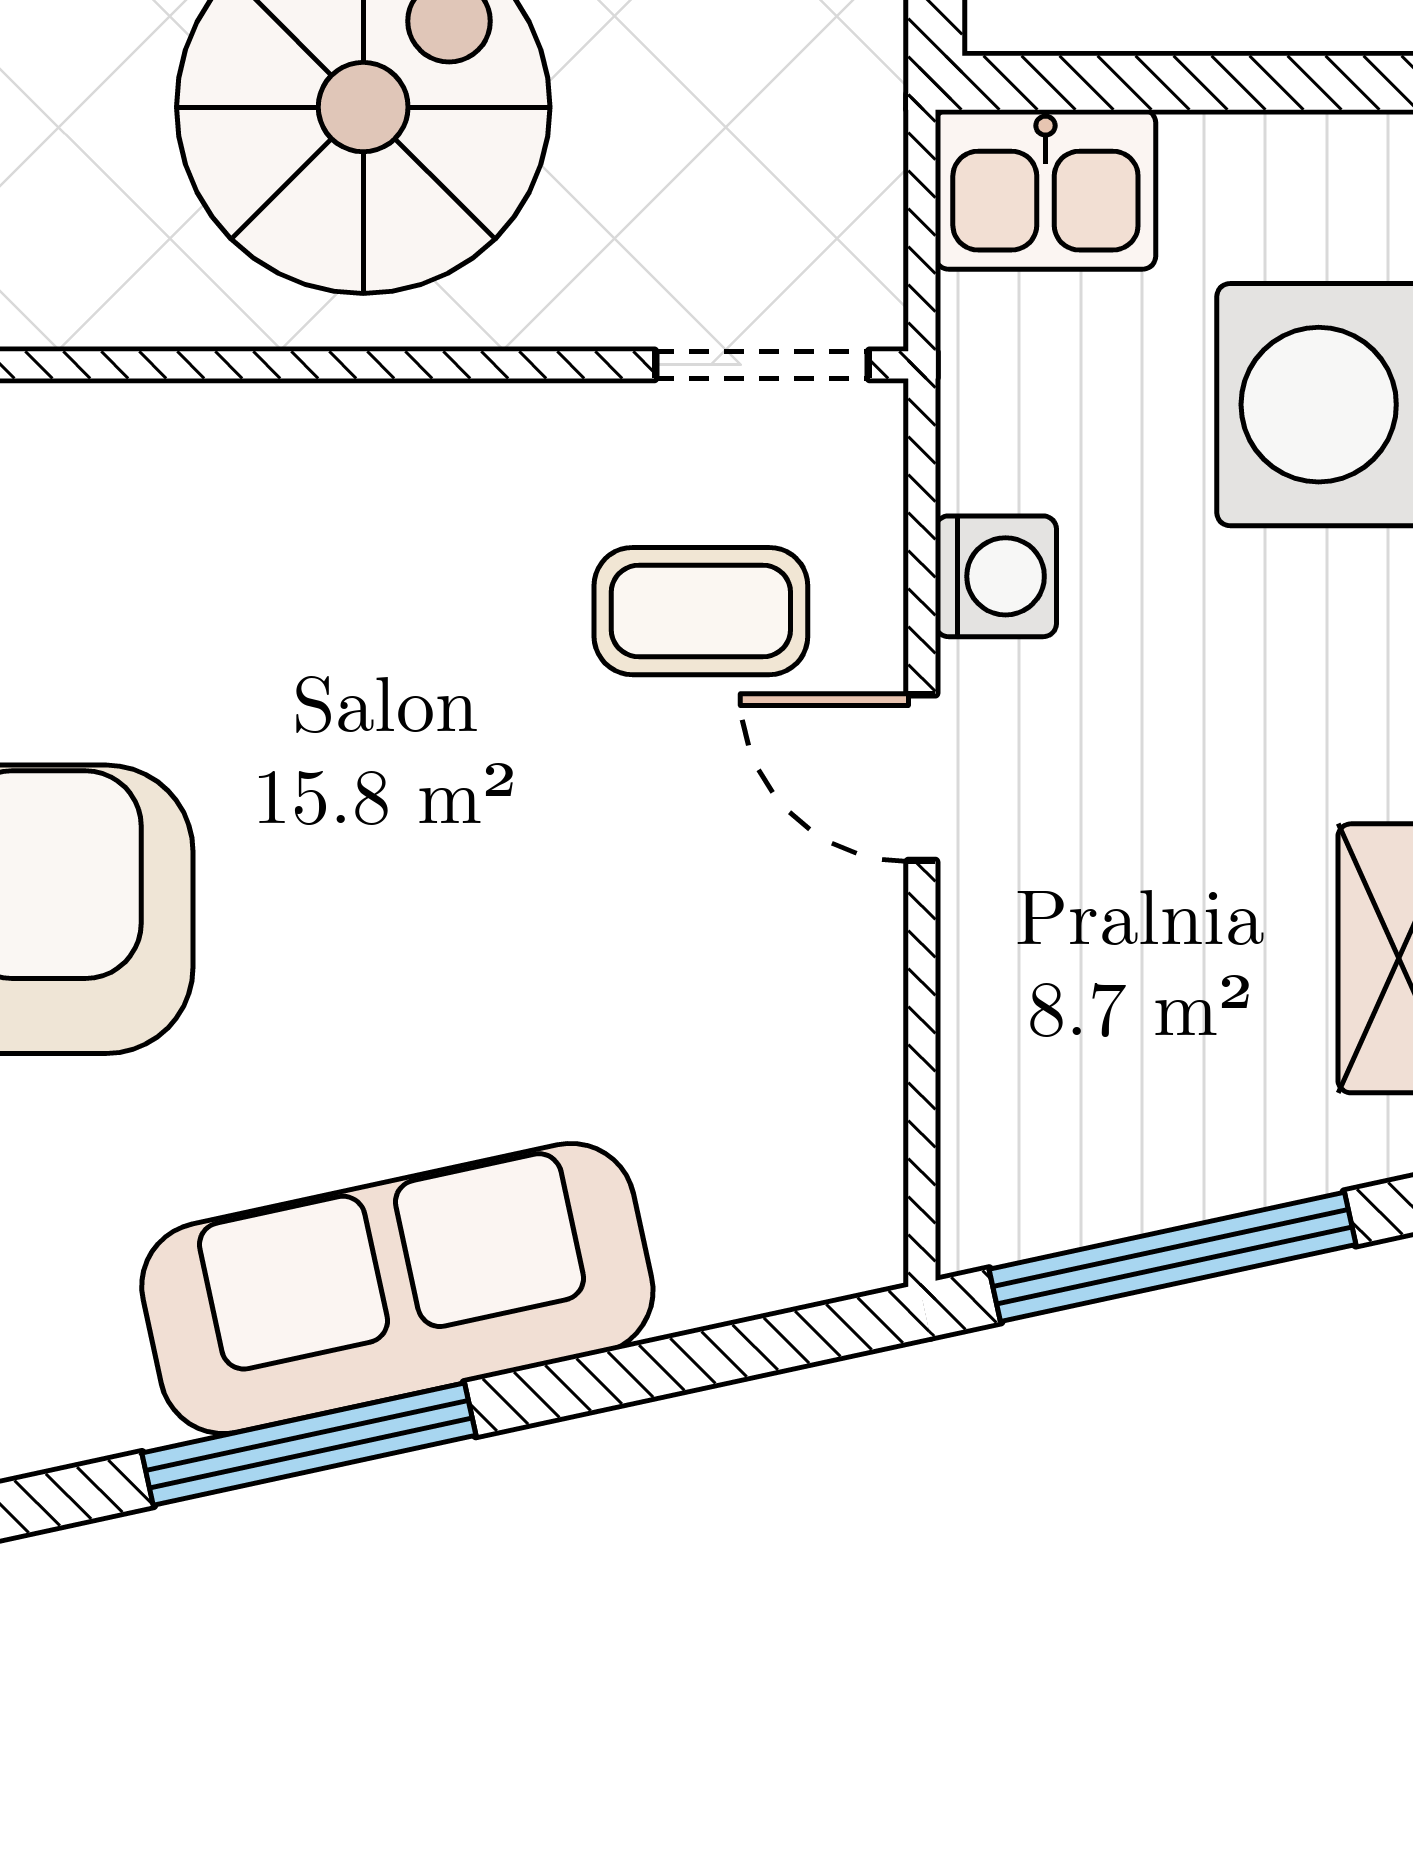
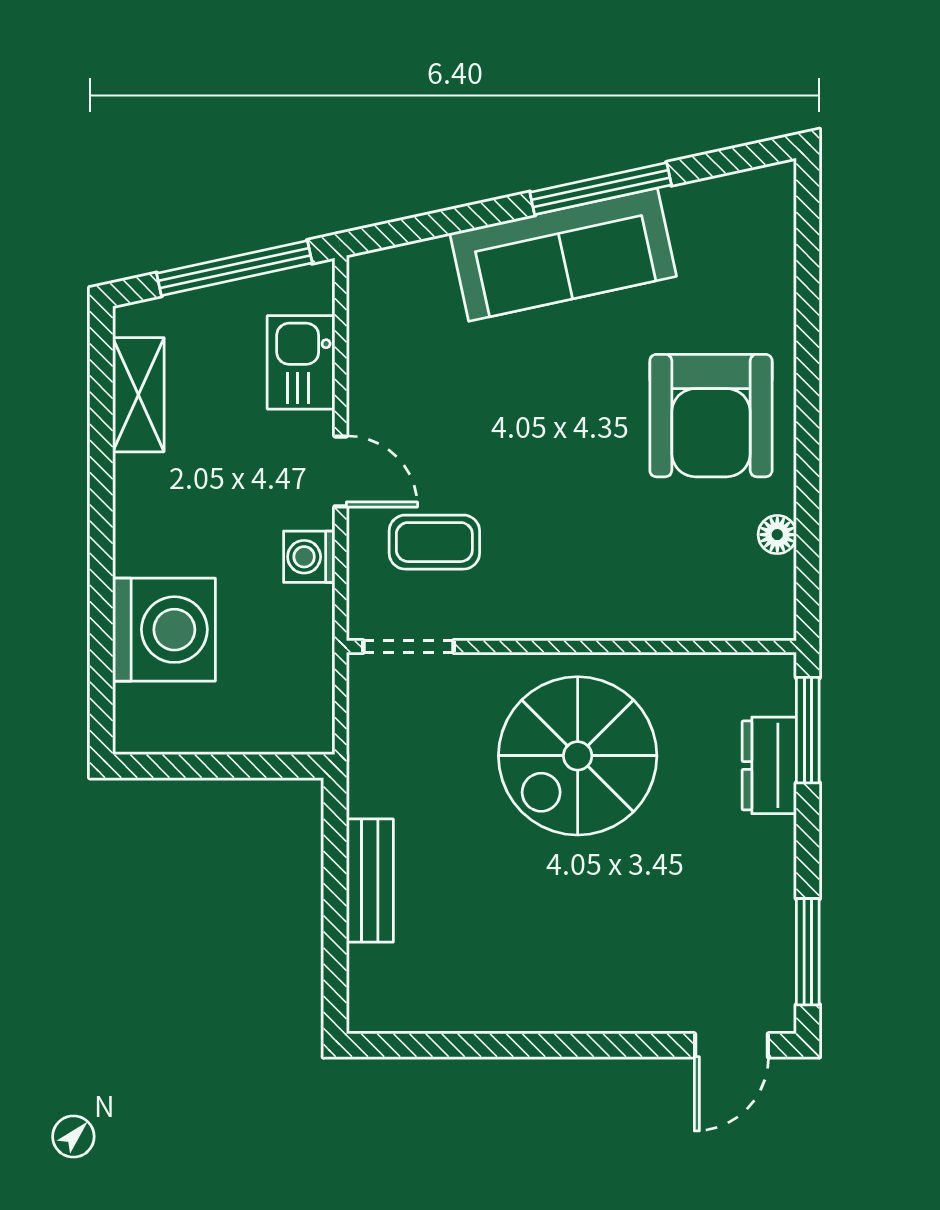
kitchen sink: (1045, 189) -> (301, 362), moved, turned -90

